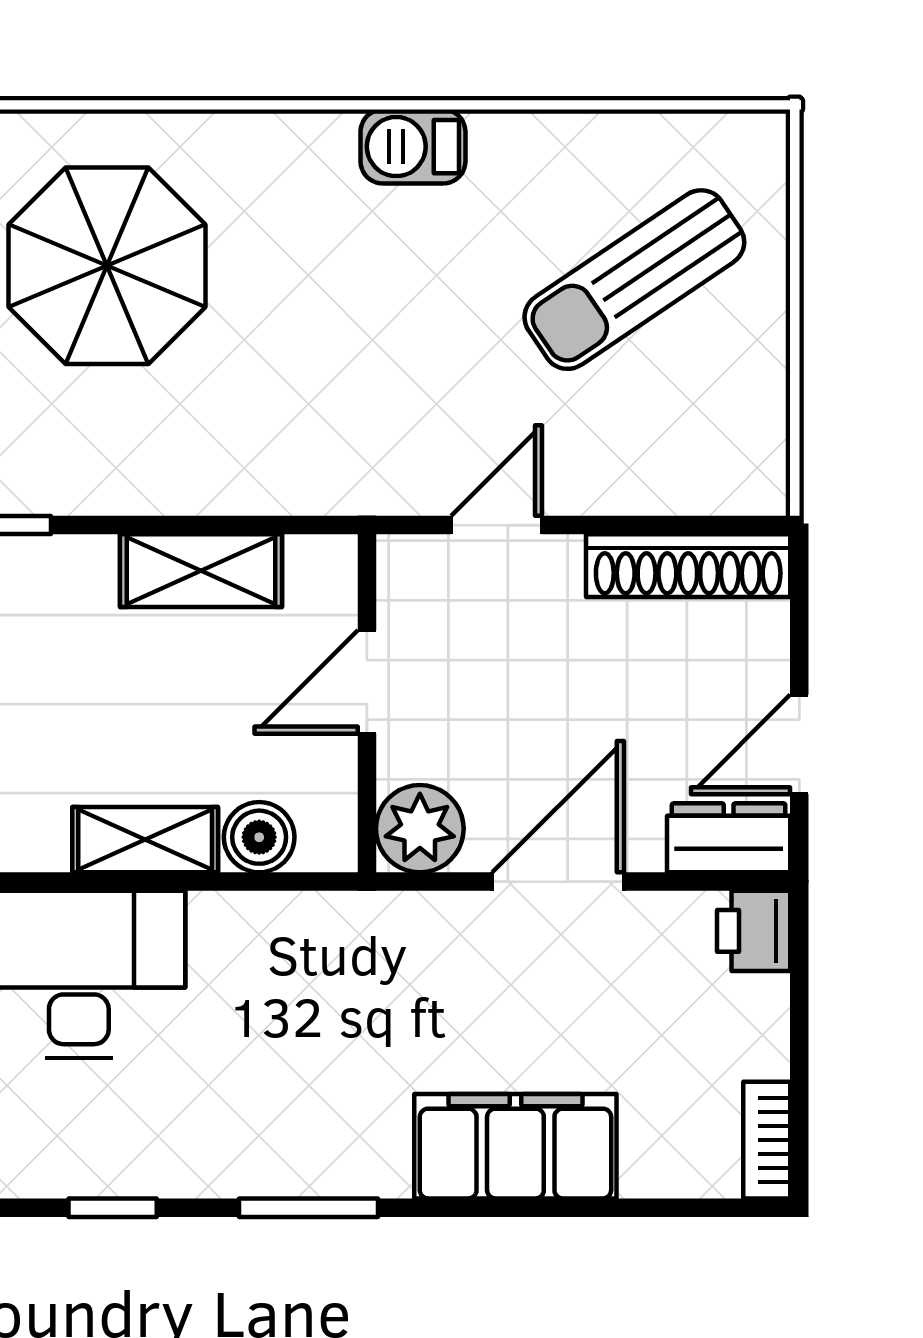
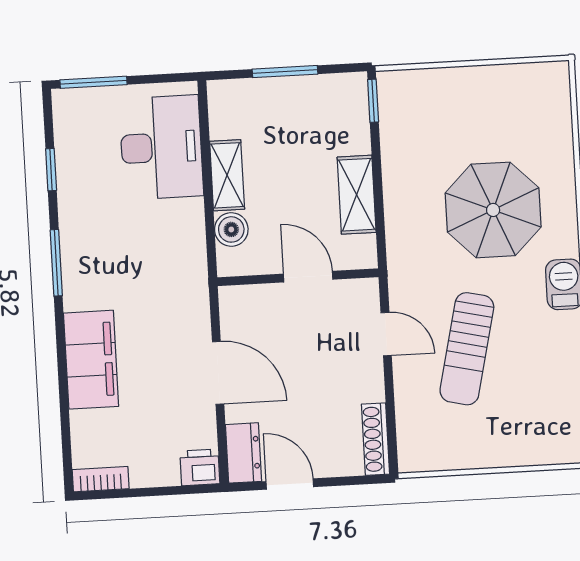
parasol: (107, 266) -> (493, 210), moved
sun lounger: (634, 280) -> (467, 349), moved, turned -133
shoe rack: (688, 566) -> (376, 439), width x0.74, depth x0.81
plant: (420, 829) -> (240, 306), removed

